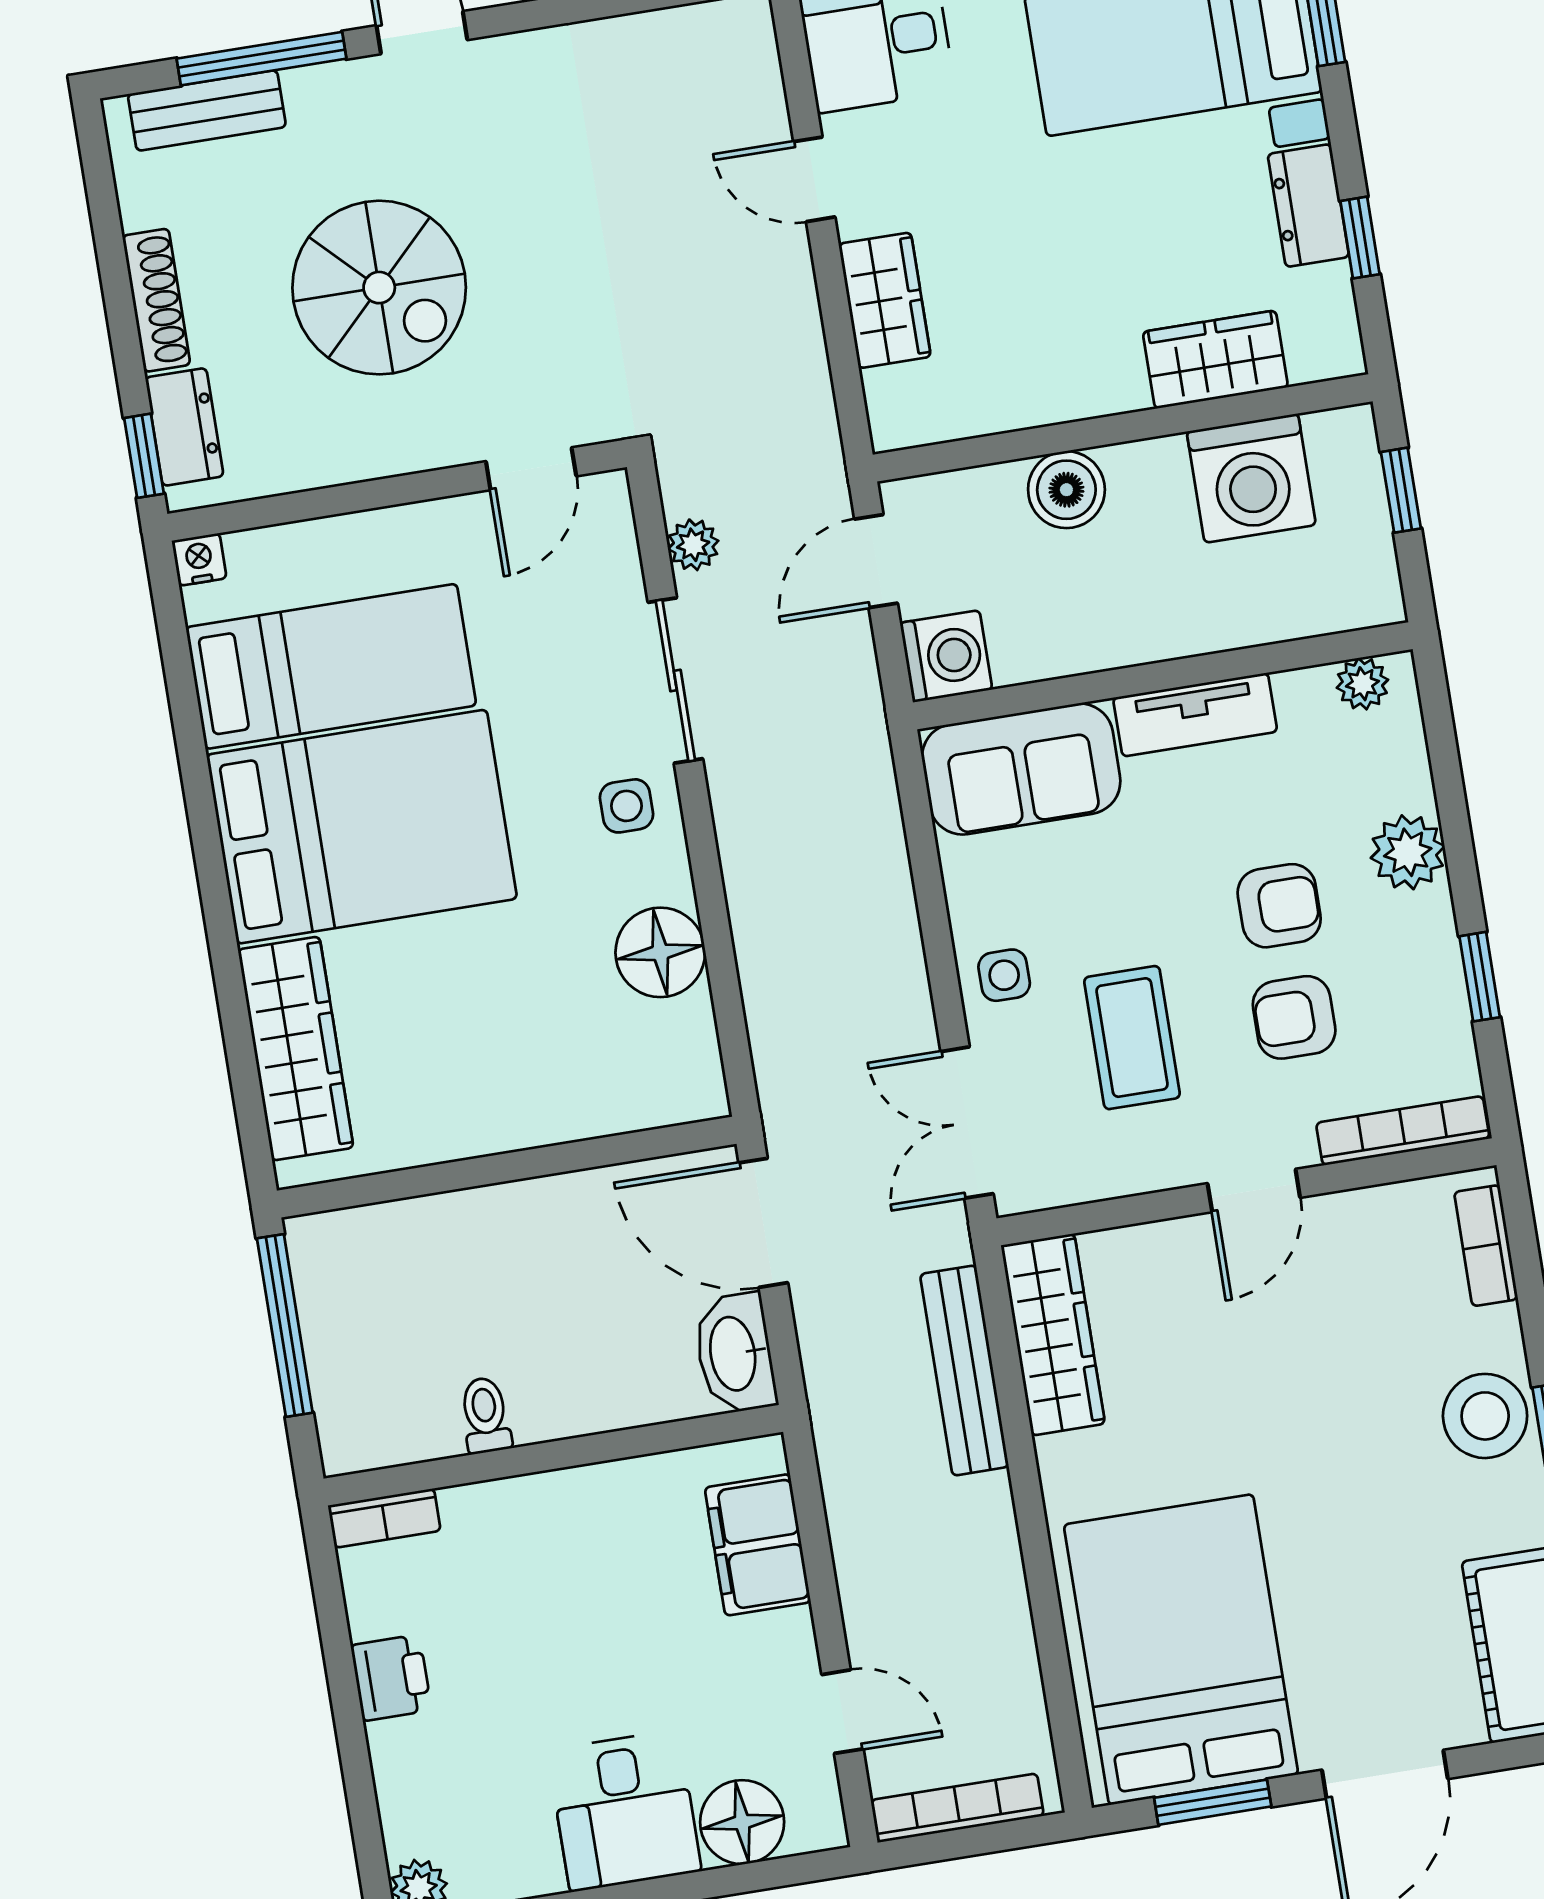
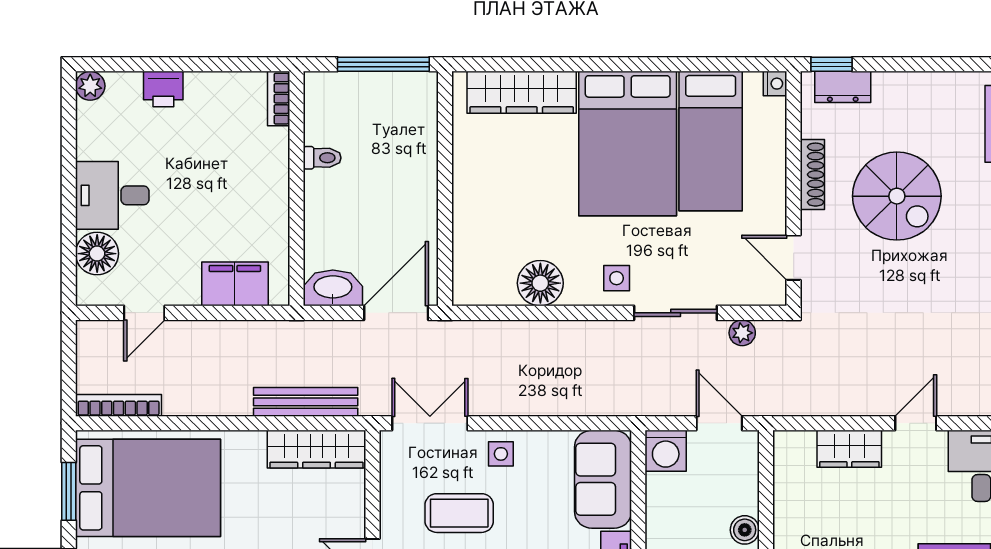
spiral stairs: (379, 288) -> (897, 196), turned -90
shoe rack: (156, 300) -> (812, 175), moved, turned -90
boiler: (1066, 490) -> (745, 530), width x0.73, depth x0.73
printer: (391, 1678) -> (163, 89), moved
bookcase: (957, 1808) -> (119, 405), moved, turned -90

